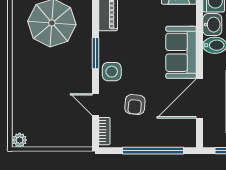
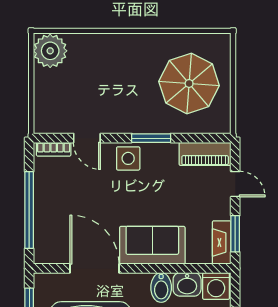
door: (95, 104) -> (87, 138), swing flipped
armchair: (135, 105) -> (87, 187), removed
plant: (20, 140) -> (50, 51), width x1.88, depth x1.88

